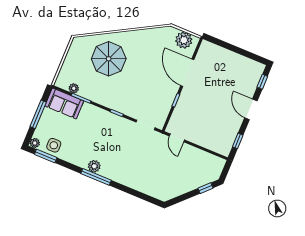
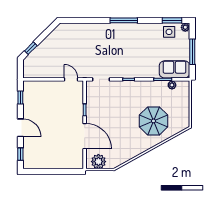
plant: (94, 166) -> (129, 28), removed

